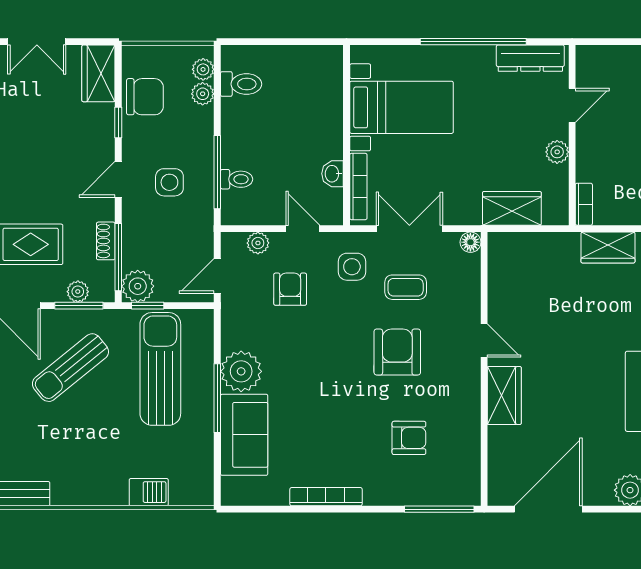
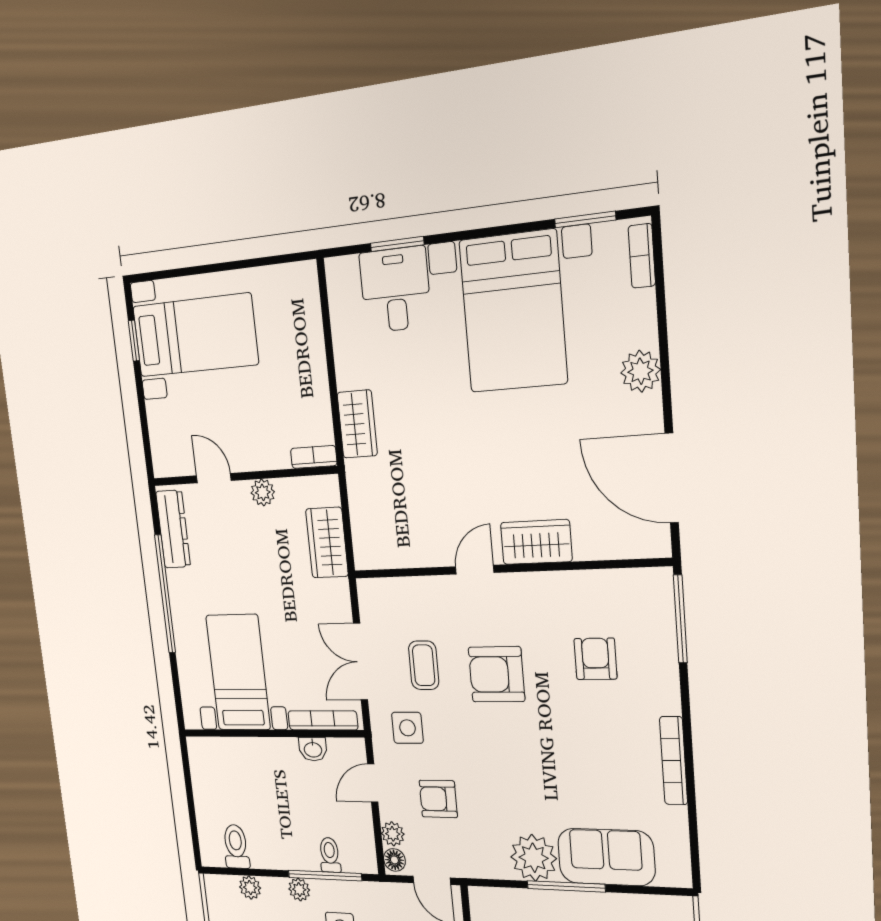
plant: (203, 69) -> (299, 890), moved
floor lamp: (470, 242) -> (394, 860), moved

